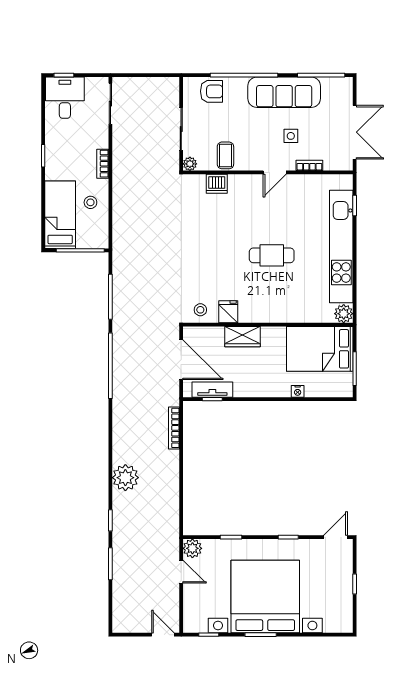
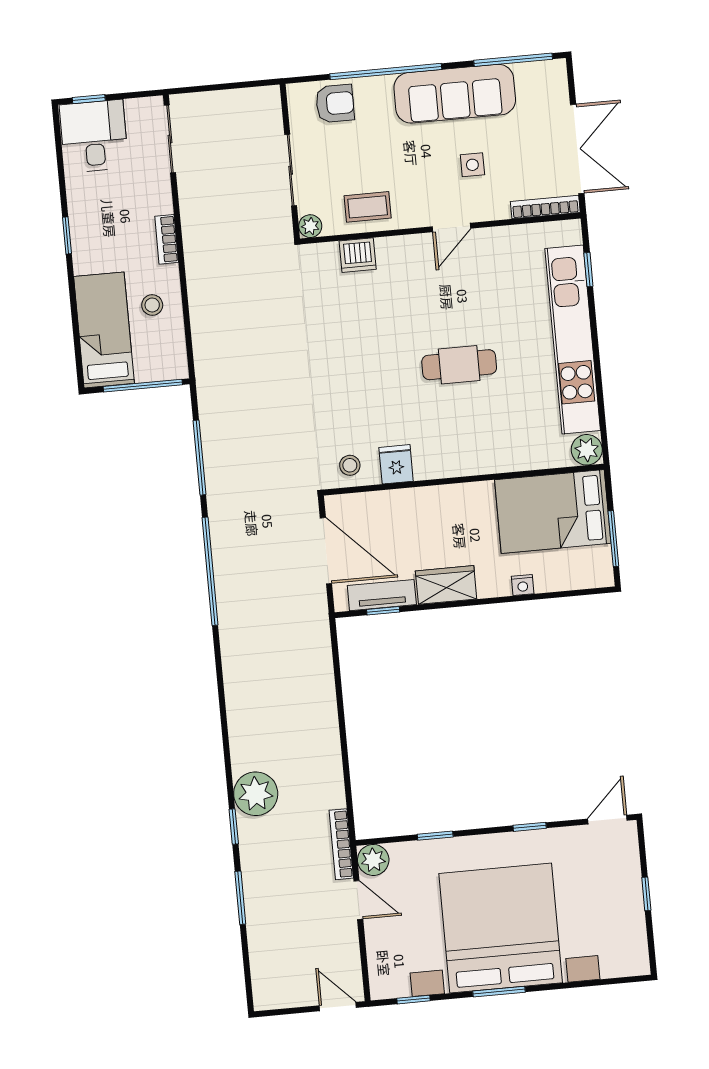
coffee table: (225, 155) -> (368, 207), turned 90
bookcase: (309, 165) -> (545, 207), moved, width x1.56
wardrobe: (243, 337) -> (446, 585), moved, turned 180
bookcase: (174, 428) -> (341, 844), moved
plant: (125, 478) -> (256, 794), moved

